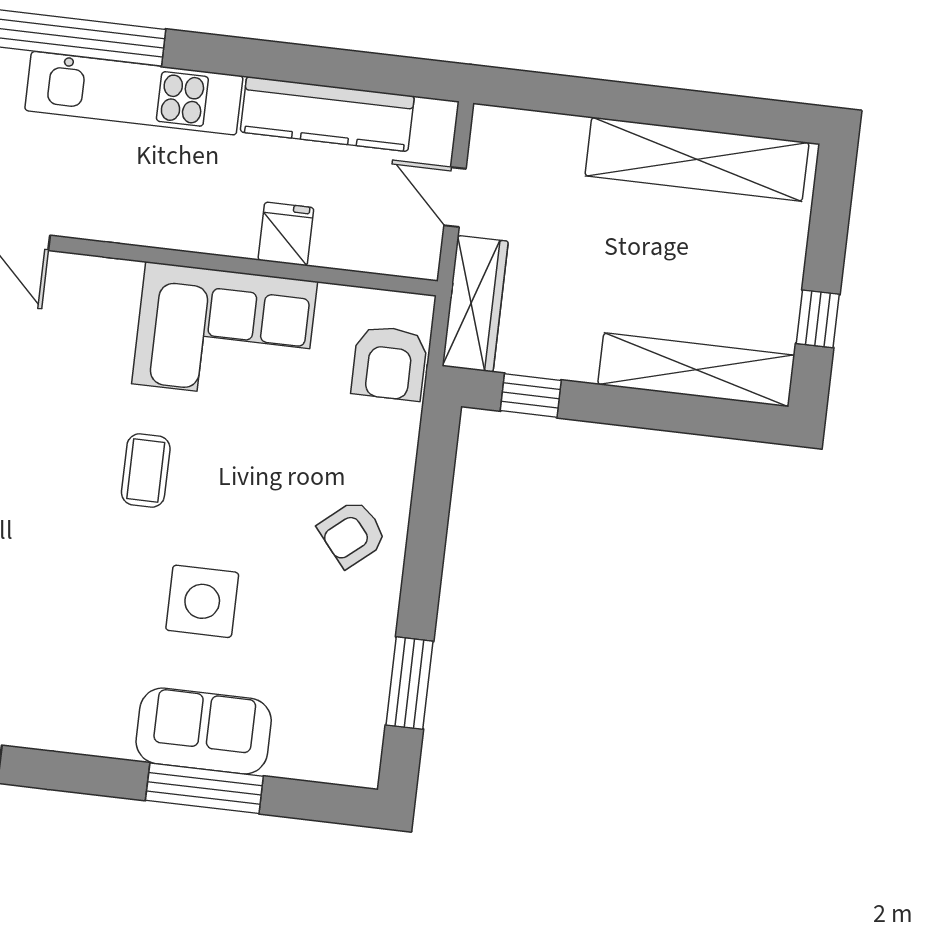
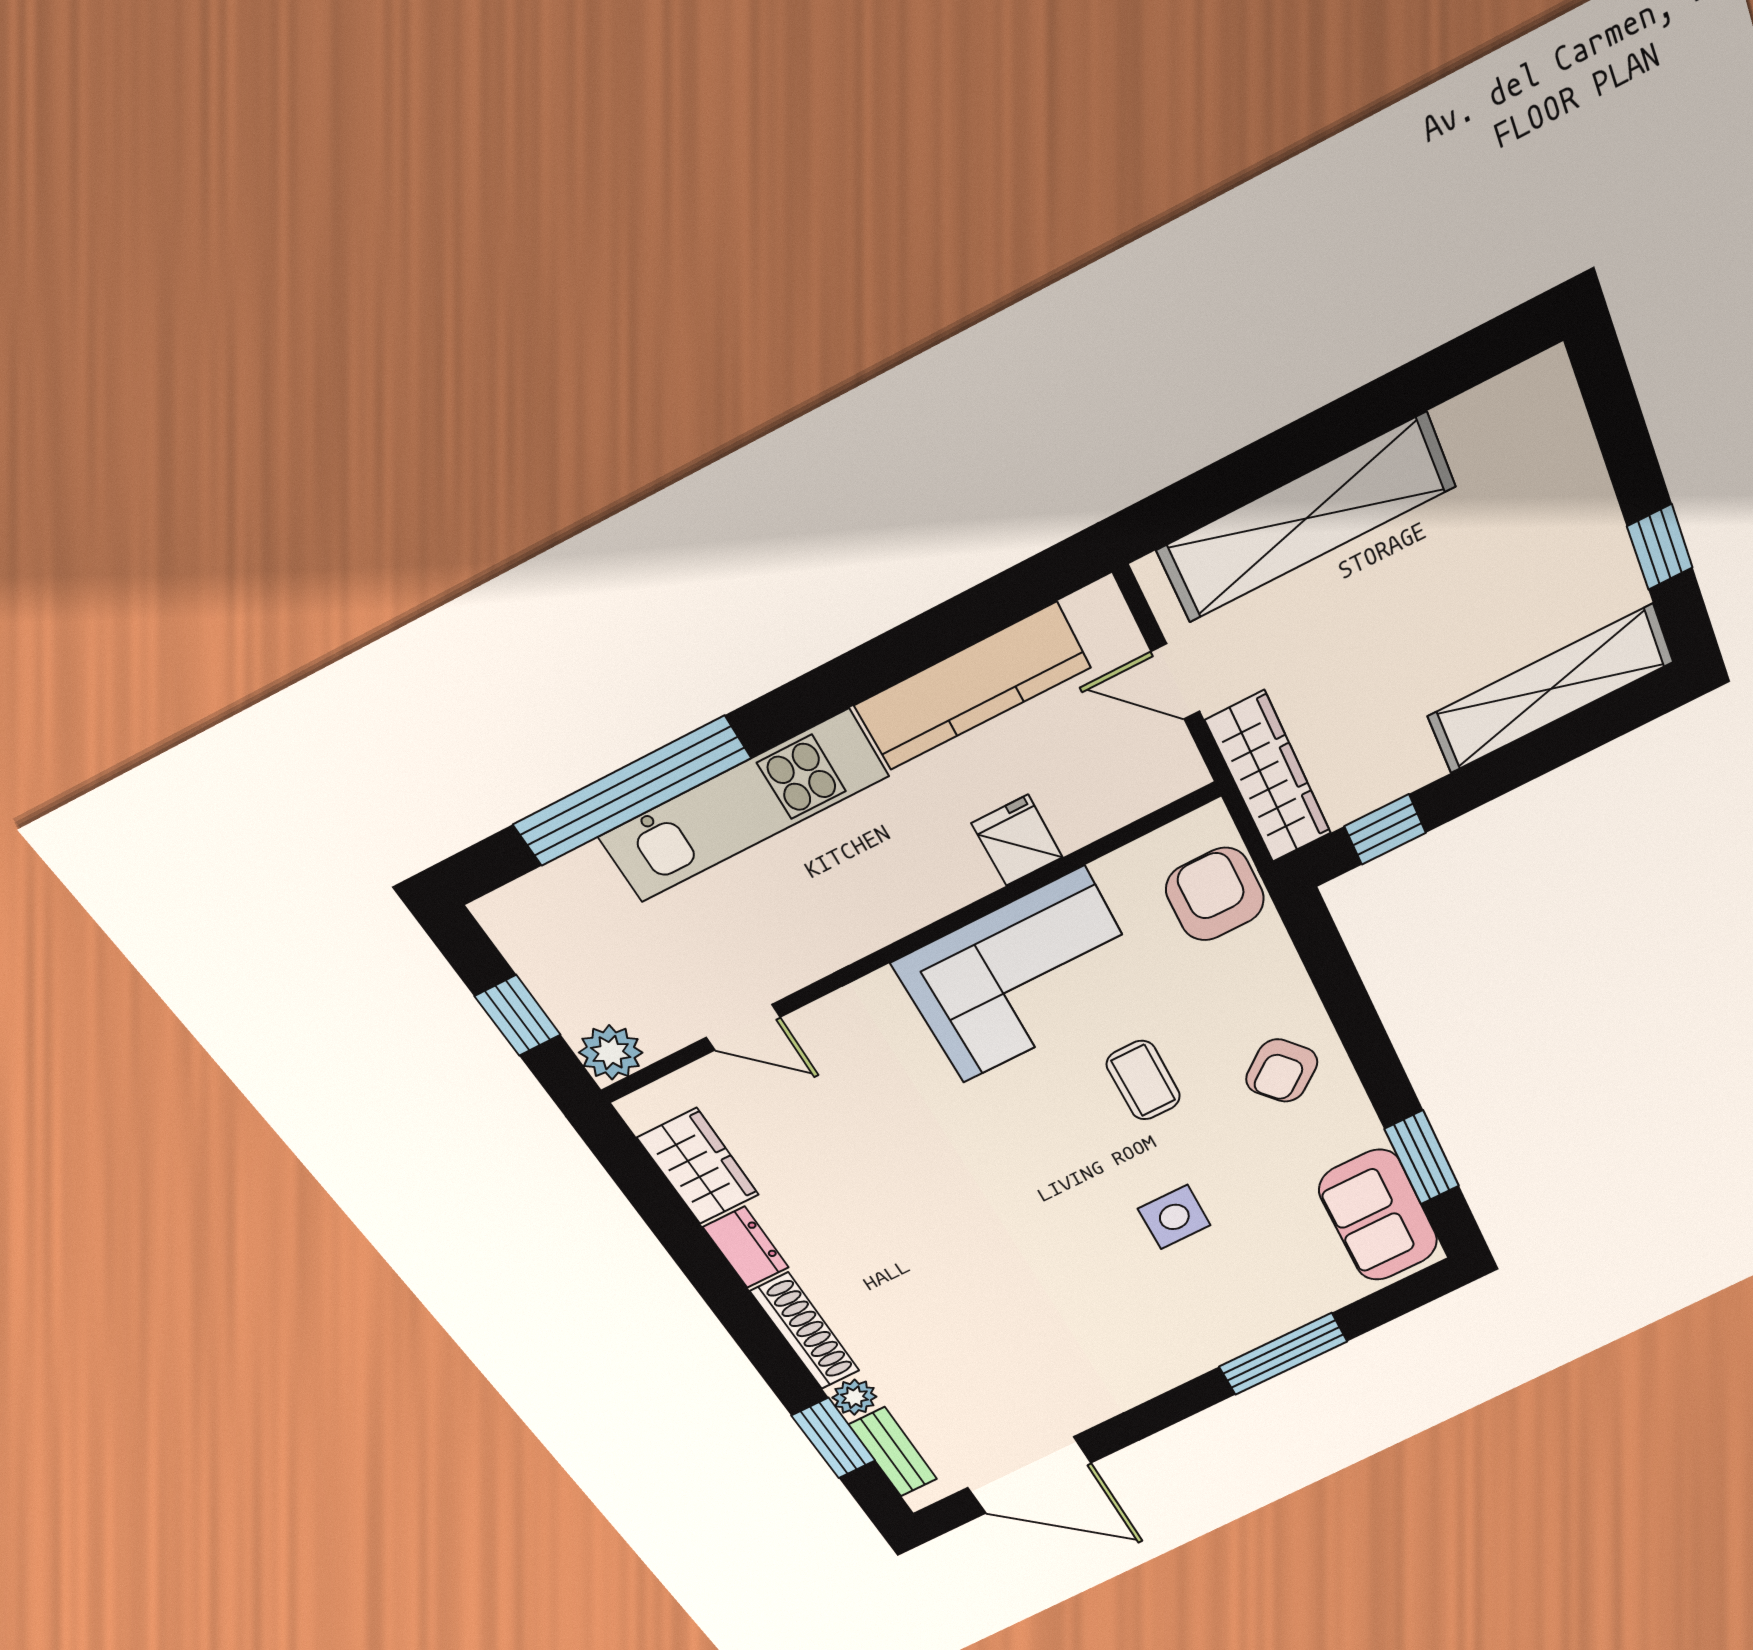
shelving: (697, 159) -> (1306, 518), moved
armchair: (389, 363) -> (1215, 894), turned 180
coffee table: (146, 470) -> (1143, 1080), moved
side table: (202, 601) -> (1174, 1217), width x0.73, depth x0.73
sofa: (204, 731) -> (1379, 1216), moved, turned -90

